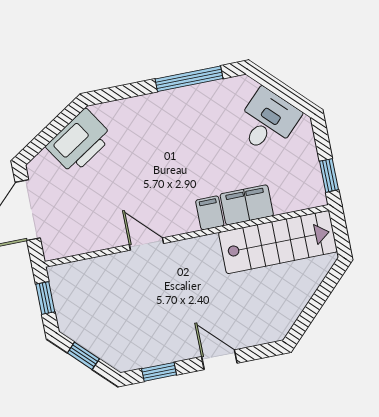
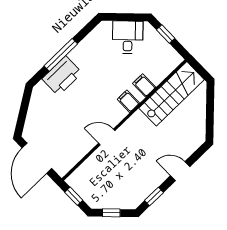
window: (189, 79) -> (61, 55), moved
printer: (79, 141) -> (62, 76), moved, turned 33
window: (329, 175) -> (166, 34), moved
filing cabinet: (247, 205) -> (144, 85), width x0.50

